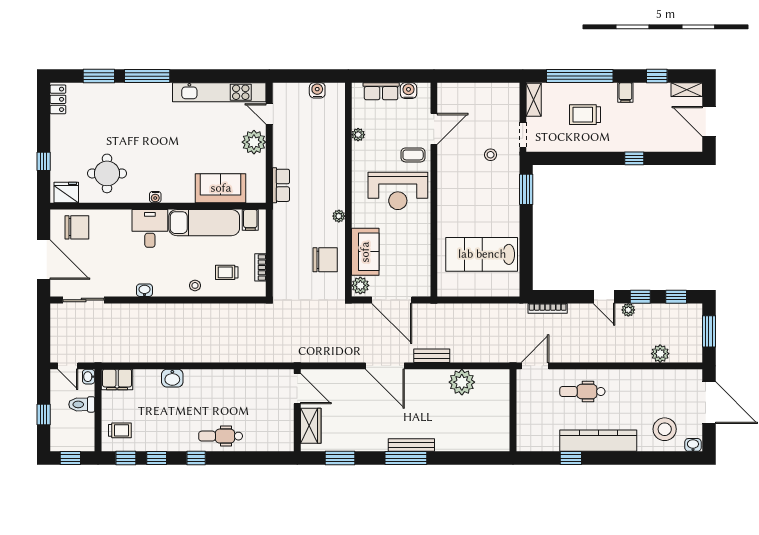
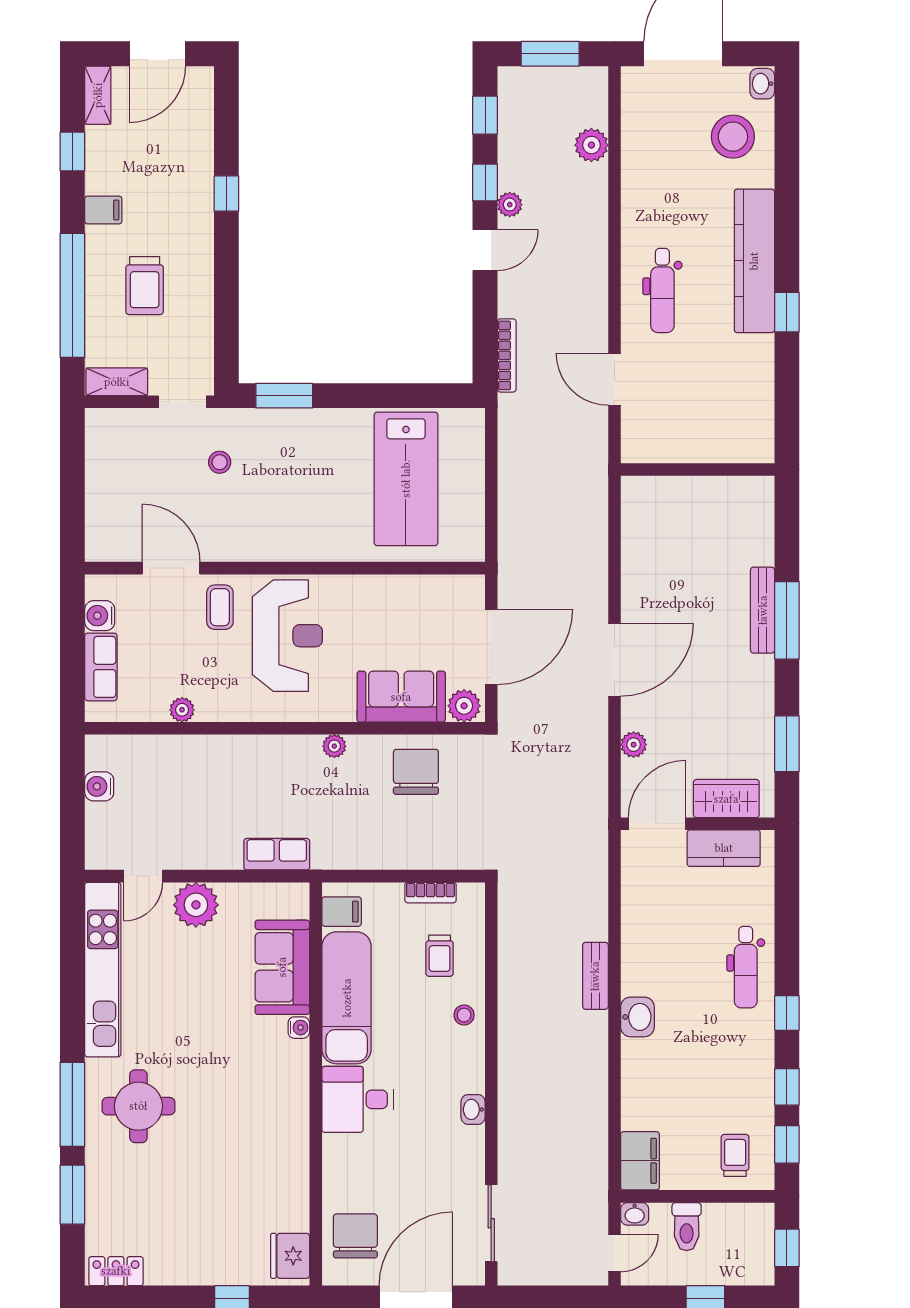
round table: (107, 173) -> (138, 1106), moved
water cooler: (155, 197) -> (299, 1028), moved
bench: (432, 356) -> (595, 976), moved
washbasin: (172, 378) -> (637, 1017), moved
plant: (462, 382) -> (634, 745), moved, width x0.53, depth x0.53
wall: (513, 410) -> (698, 470), moved
kitchen counter: (284, 424) -> (724, 848), added

